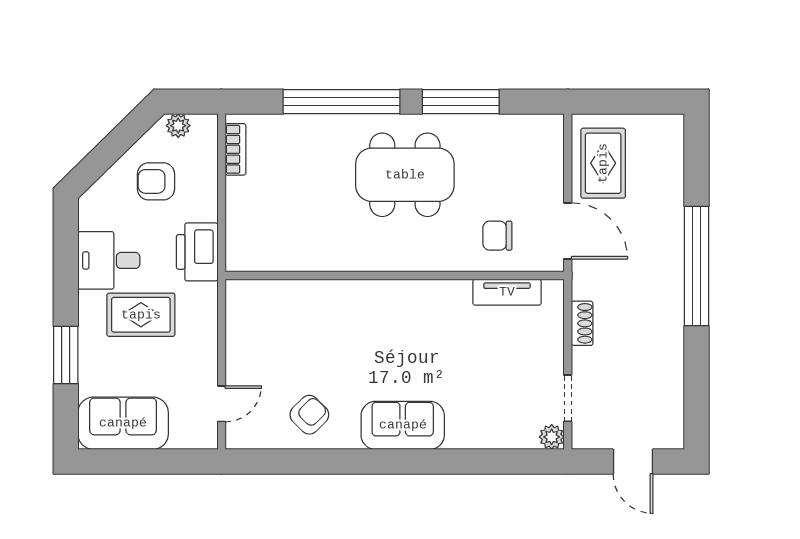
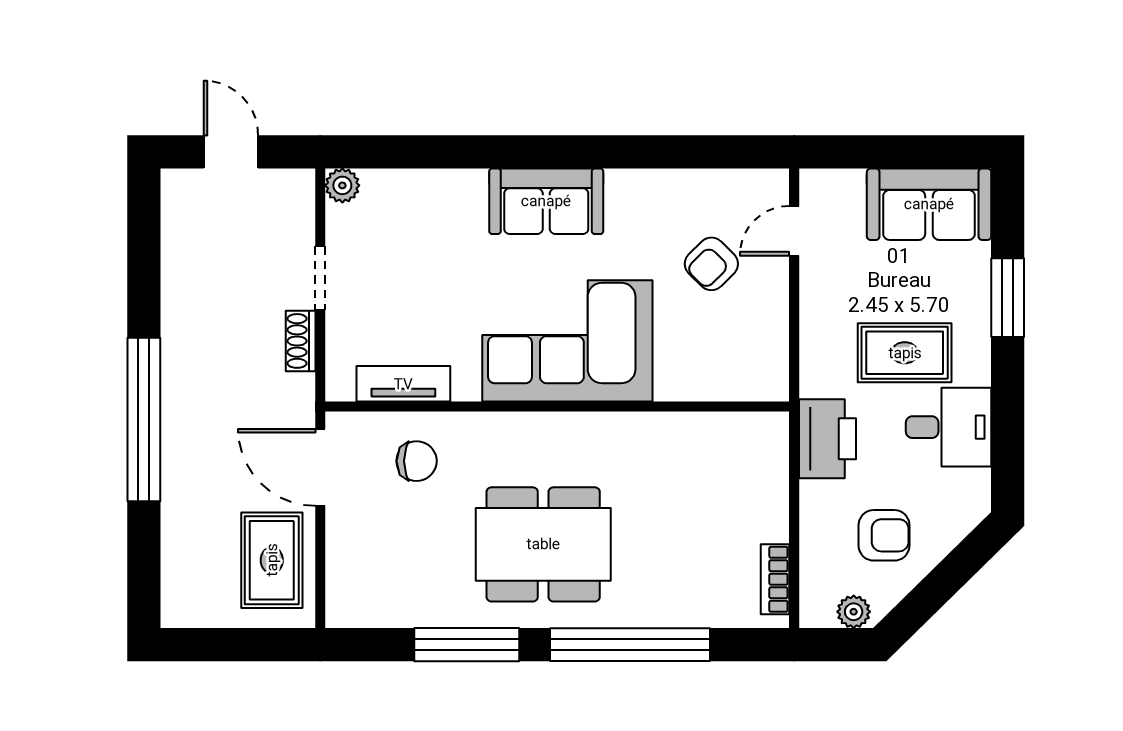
corner sofa: (387, 323) -> (567, 341), added
doorway: (568, 398) -> (320, 278), moved
armchair: (309, 415) -> (711, 264), moved

